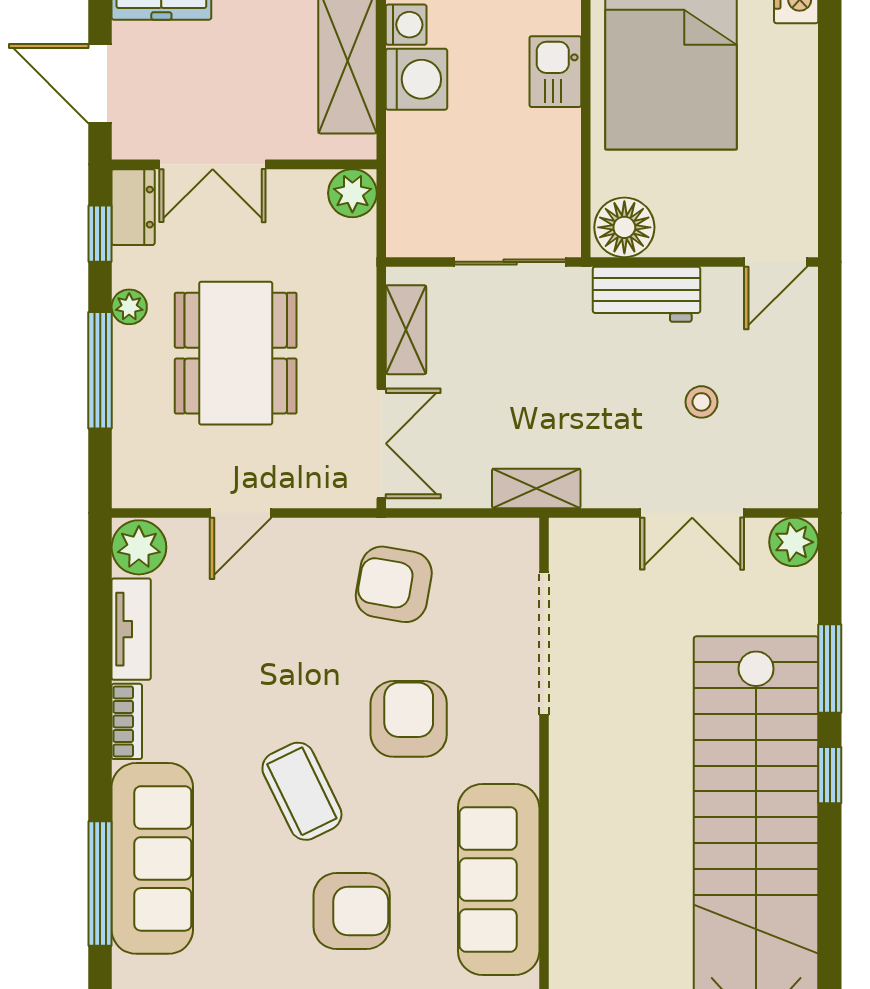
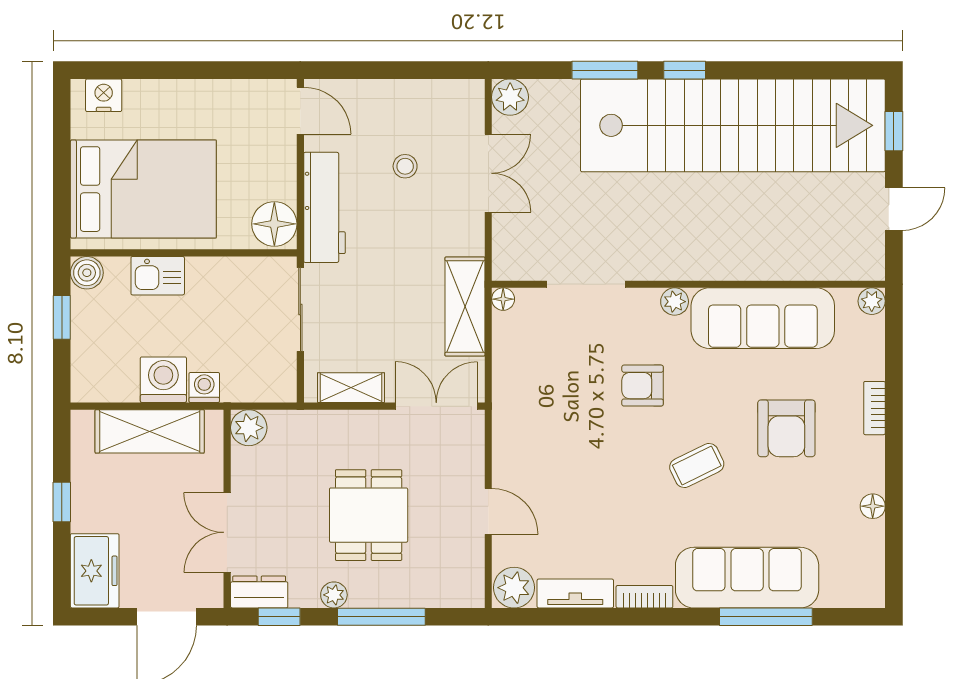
washing machine: (406, 25) -> (204, 387), moved
double door: (213, 164) -> (227, 532), swing flipped
workbench: (647, 294) -> (324, 207), width x1.37
dining table: (236, 353) -> (369, 515), width x0.73
shelving: (536, 488) -> (465, 307), width x1.50, depth x1.33
floor lamp: (524, 533) -> (503, 299), added
armchair: (394, 584) -> (542, 397), removed
doorway: (544, 644) -> (586, 284), width x0.73
armchair: (409, 719) -> (643, 386), width x0.72, depth x0.72
plant: (521, 762) -> (675, 302), added
coffee table: (302, 791) -> (697, 466), width x0.73, depth x0.77
armchair: (352, 911) -> (786, 428), turned 180

